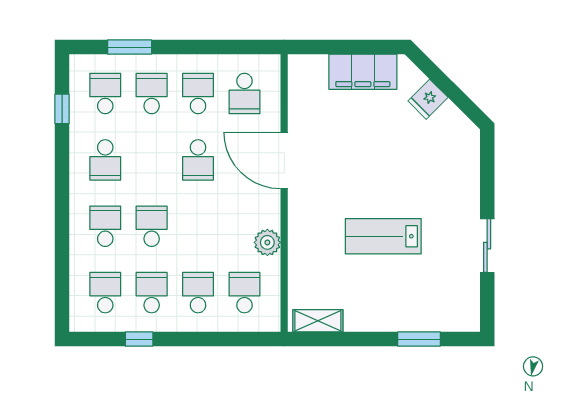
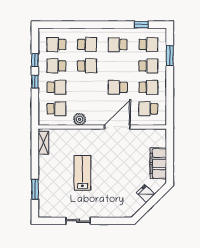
school desk: (105, 293) -> (56, 44), turned 180
school desk: (152, 293) -> (56, 66), turned 180
window: (186, 339) -> (35, 82), added

